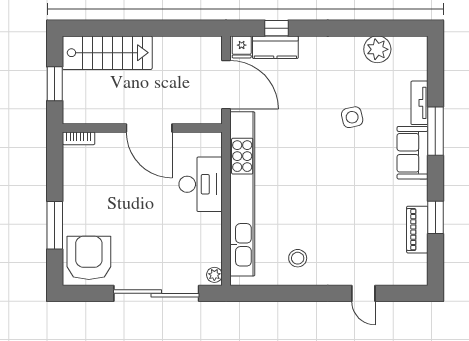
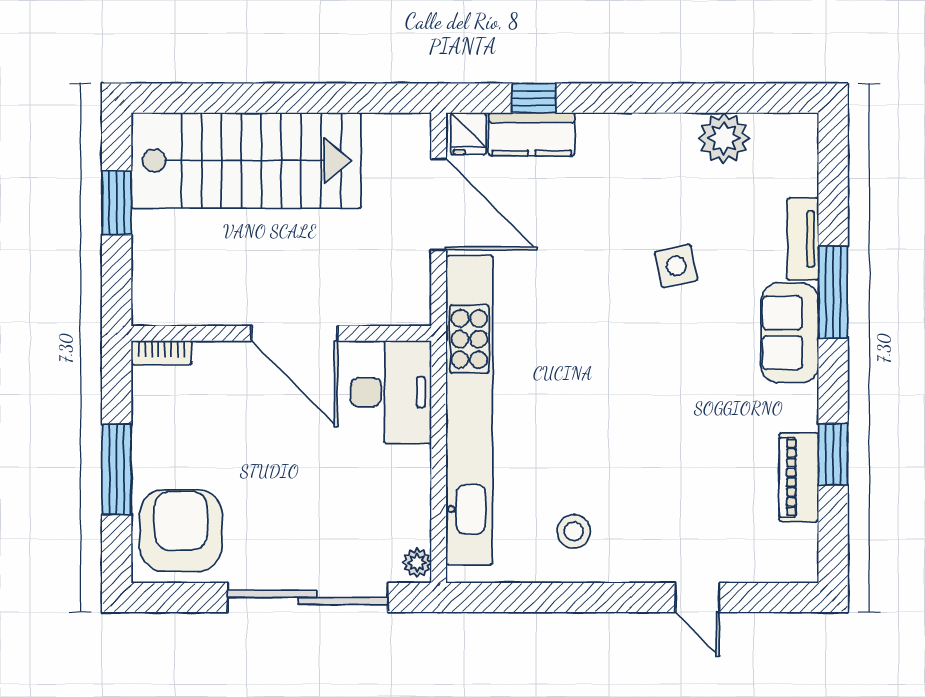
stairs: (107, 53) -> (246, 161), width x1.36, depth x1.51
wall: (142, 128) -> (281, 333), moved
door: (149, 128) -> (294, 333), moved
bookcase: (79, 138) -> (161, 353), moved

